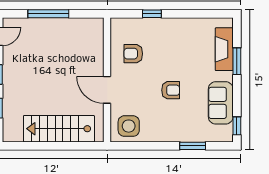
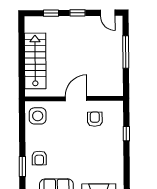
door: (107, 90) -> (76, 99), moved
armchair: (171, 90) -> (39, 158), moved

